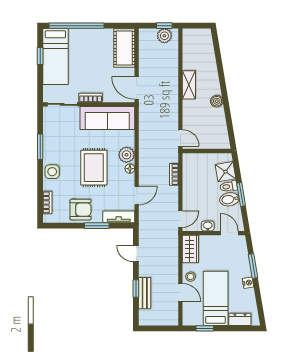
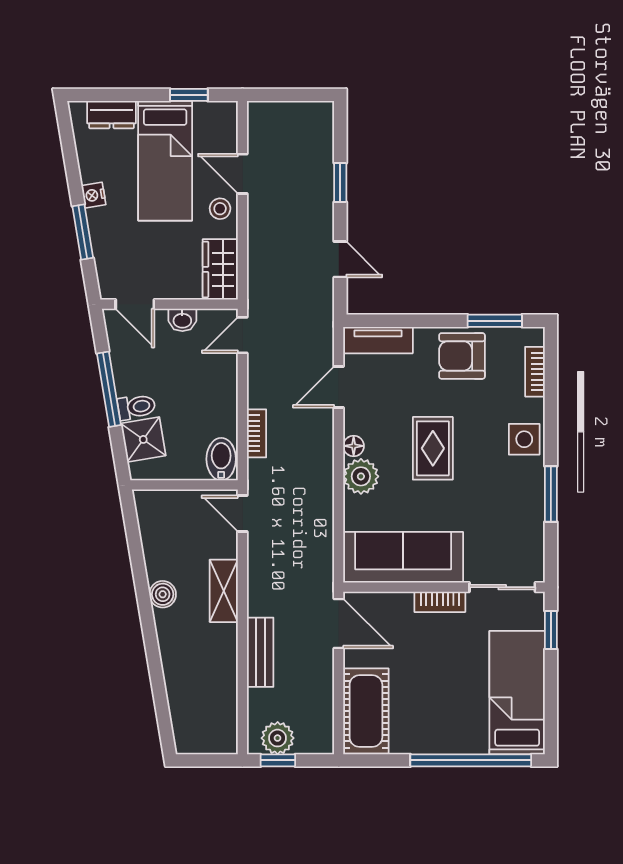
window: (40, 56) -> (551, 630), moved
shelving: (189, 85) -> (224, 591), moved
rug: (94, 168) -> (433, 448), width x0.73, depth x0.70
window: (241, 194) -> (109, 389), width x1.44
bidet: (229, 199) -> (221, 459), moved, turned -81
window: (97, 226) -> (495, 321), moved
bench: (145, 293) -> (260, 652), moved

